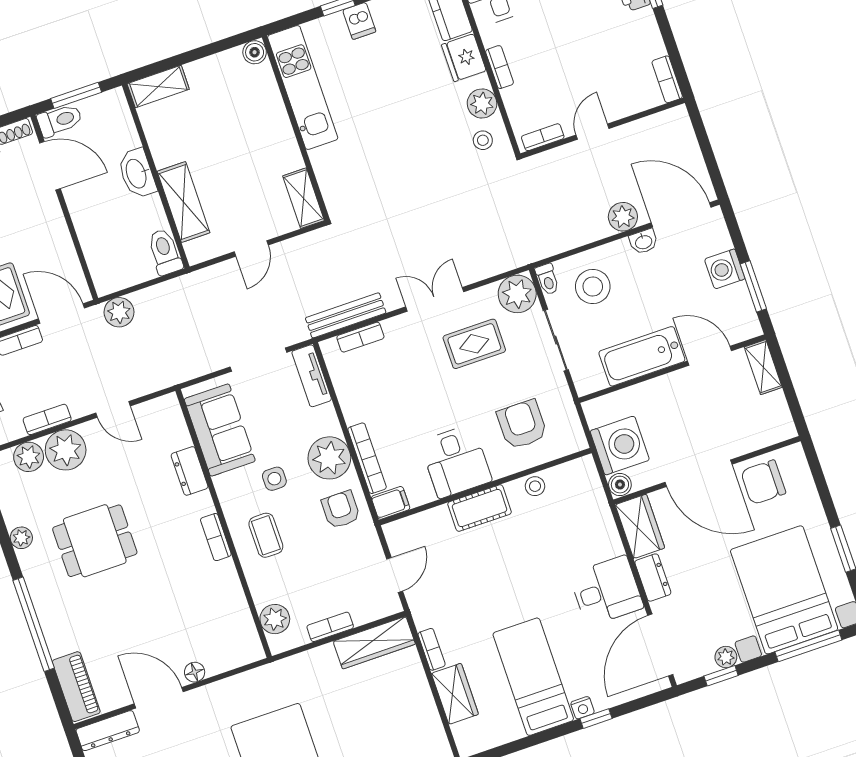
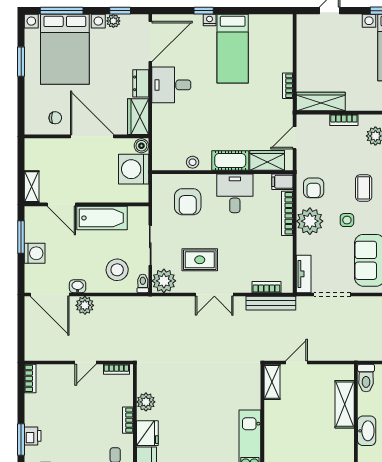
stool: (483, 140) -> (153, 380), removed
door: (251, 248) -> (296, 362), moved
chair: (763, 482) -> (55, 118), width x0.54, depth x0.54
wardrobe: (455, 694) -> (267, 160), moved, turned 90

